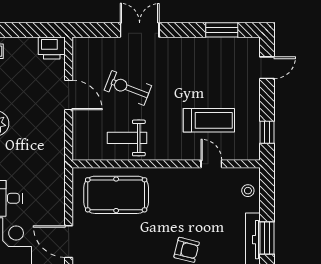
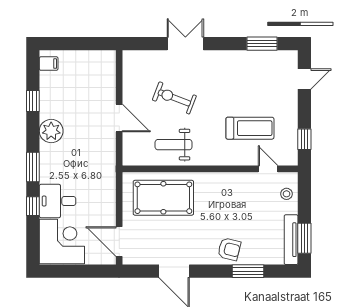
printer: (52, 48) -> (103, 61), removed
door: (69, 95) -> (119, 118), moved
door: (211, 164) -> (268, 169), moved

